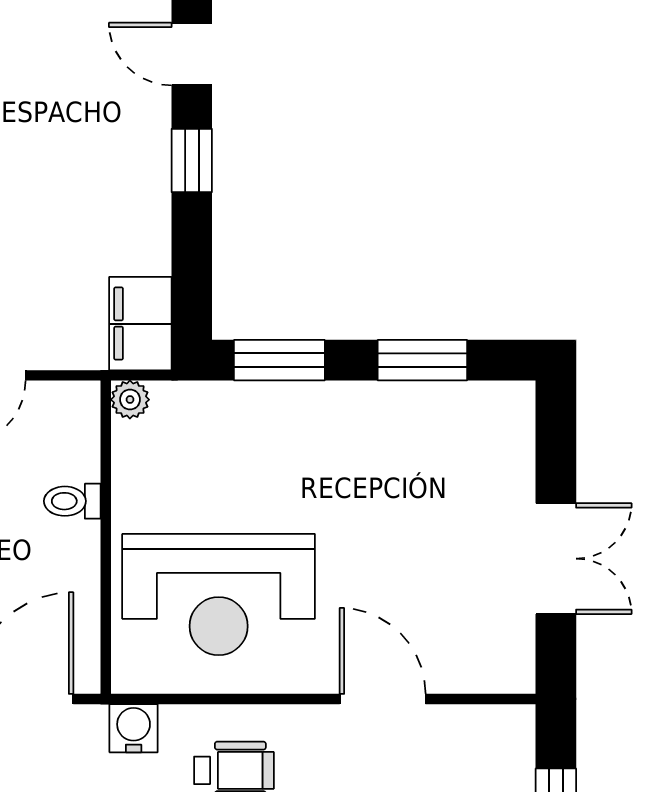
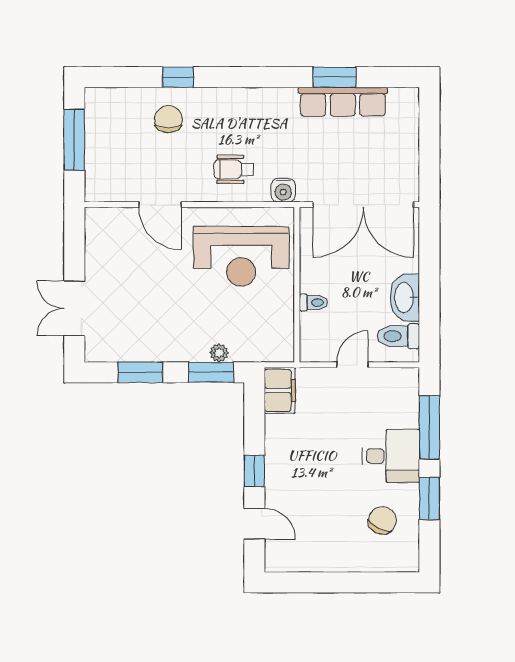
plant: (130, 400) -> (219, 353), moved
double door: (556, 559) -> (74, 308), moved
reception desk: (219, 595) -> (241, 256), turned 180

